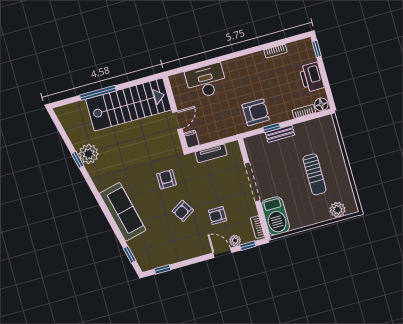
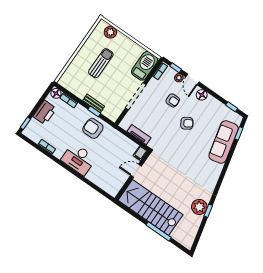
desk: (206, 81) -> (79, 159), moved
armchair: (166, 179) -> (176, 148), removed
sofa: (123, 212) -> (224, 142), moved
floor lamp: (199, 249) -> (202, 95), added

